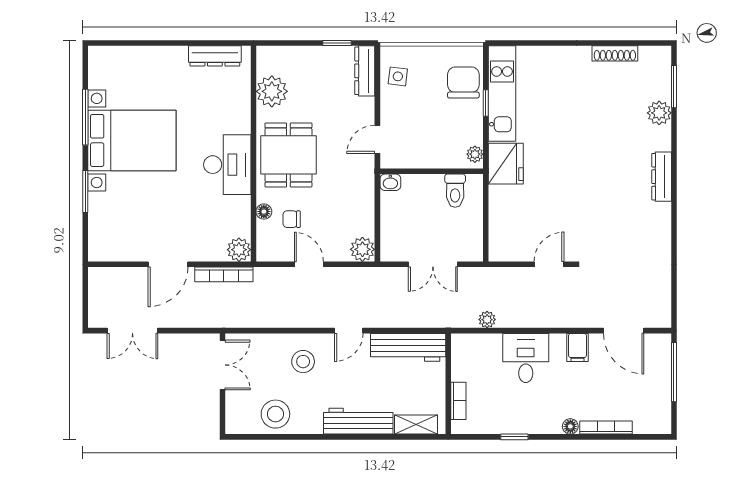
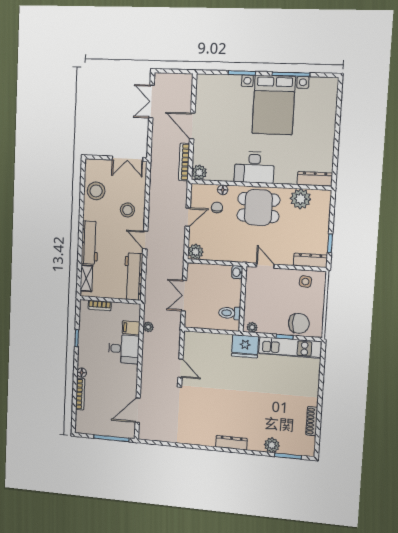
dresser: (215, 56) -> (315, 179), moved, turned 90
filing cabinet: (577, 347) -> (131, 328), moved

